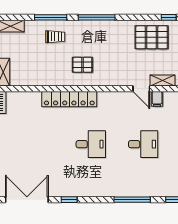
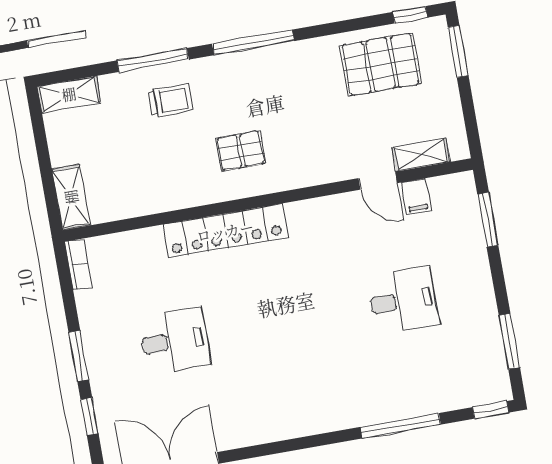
desk: (91, 144) -> (175, 341), moved
window: (69, 200) -> (263, 450), removed

